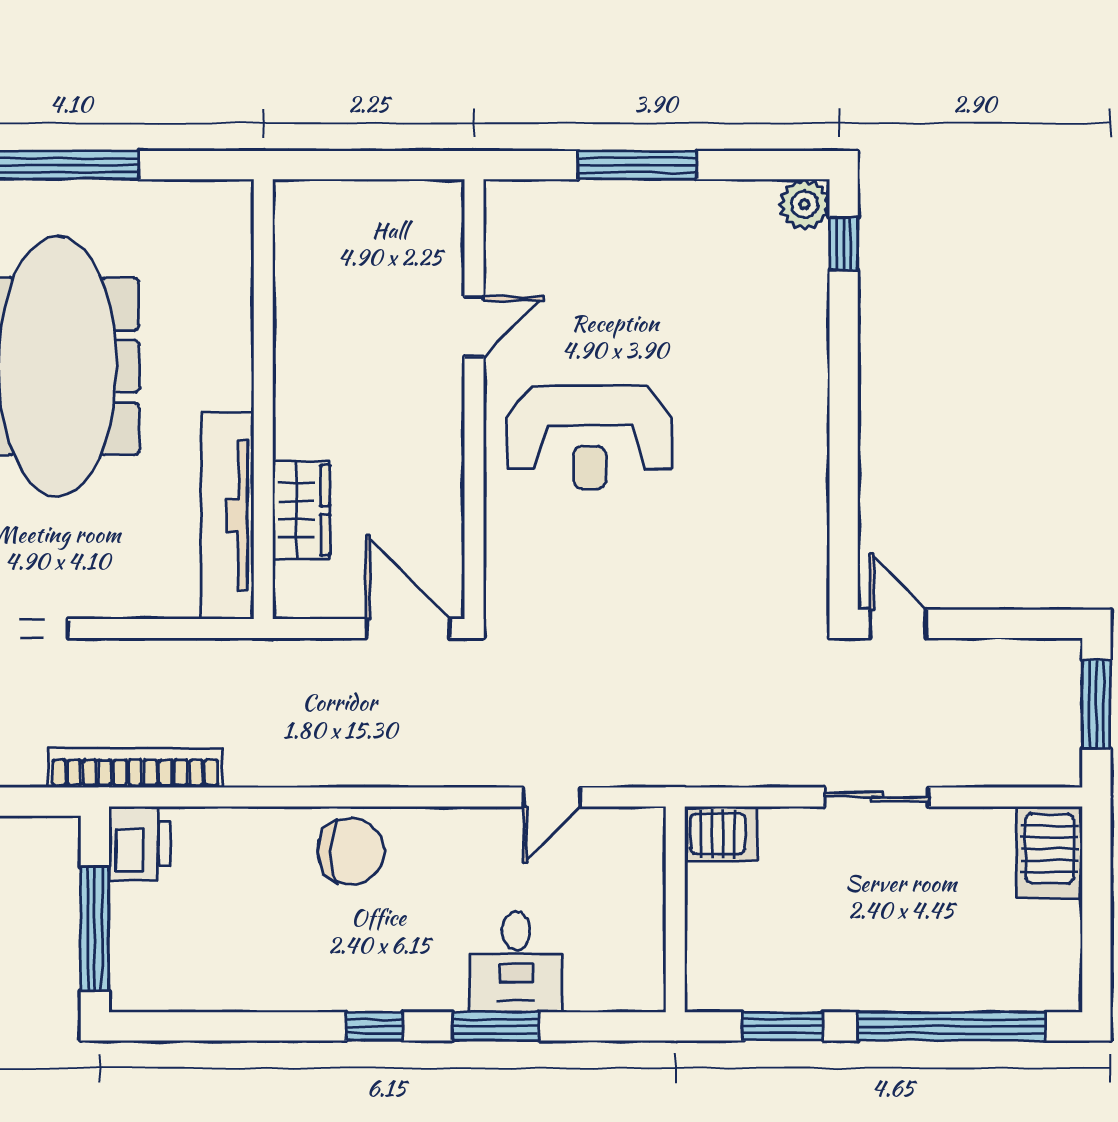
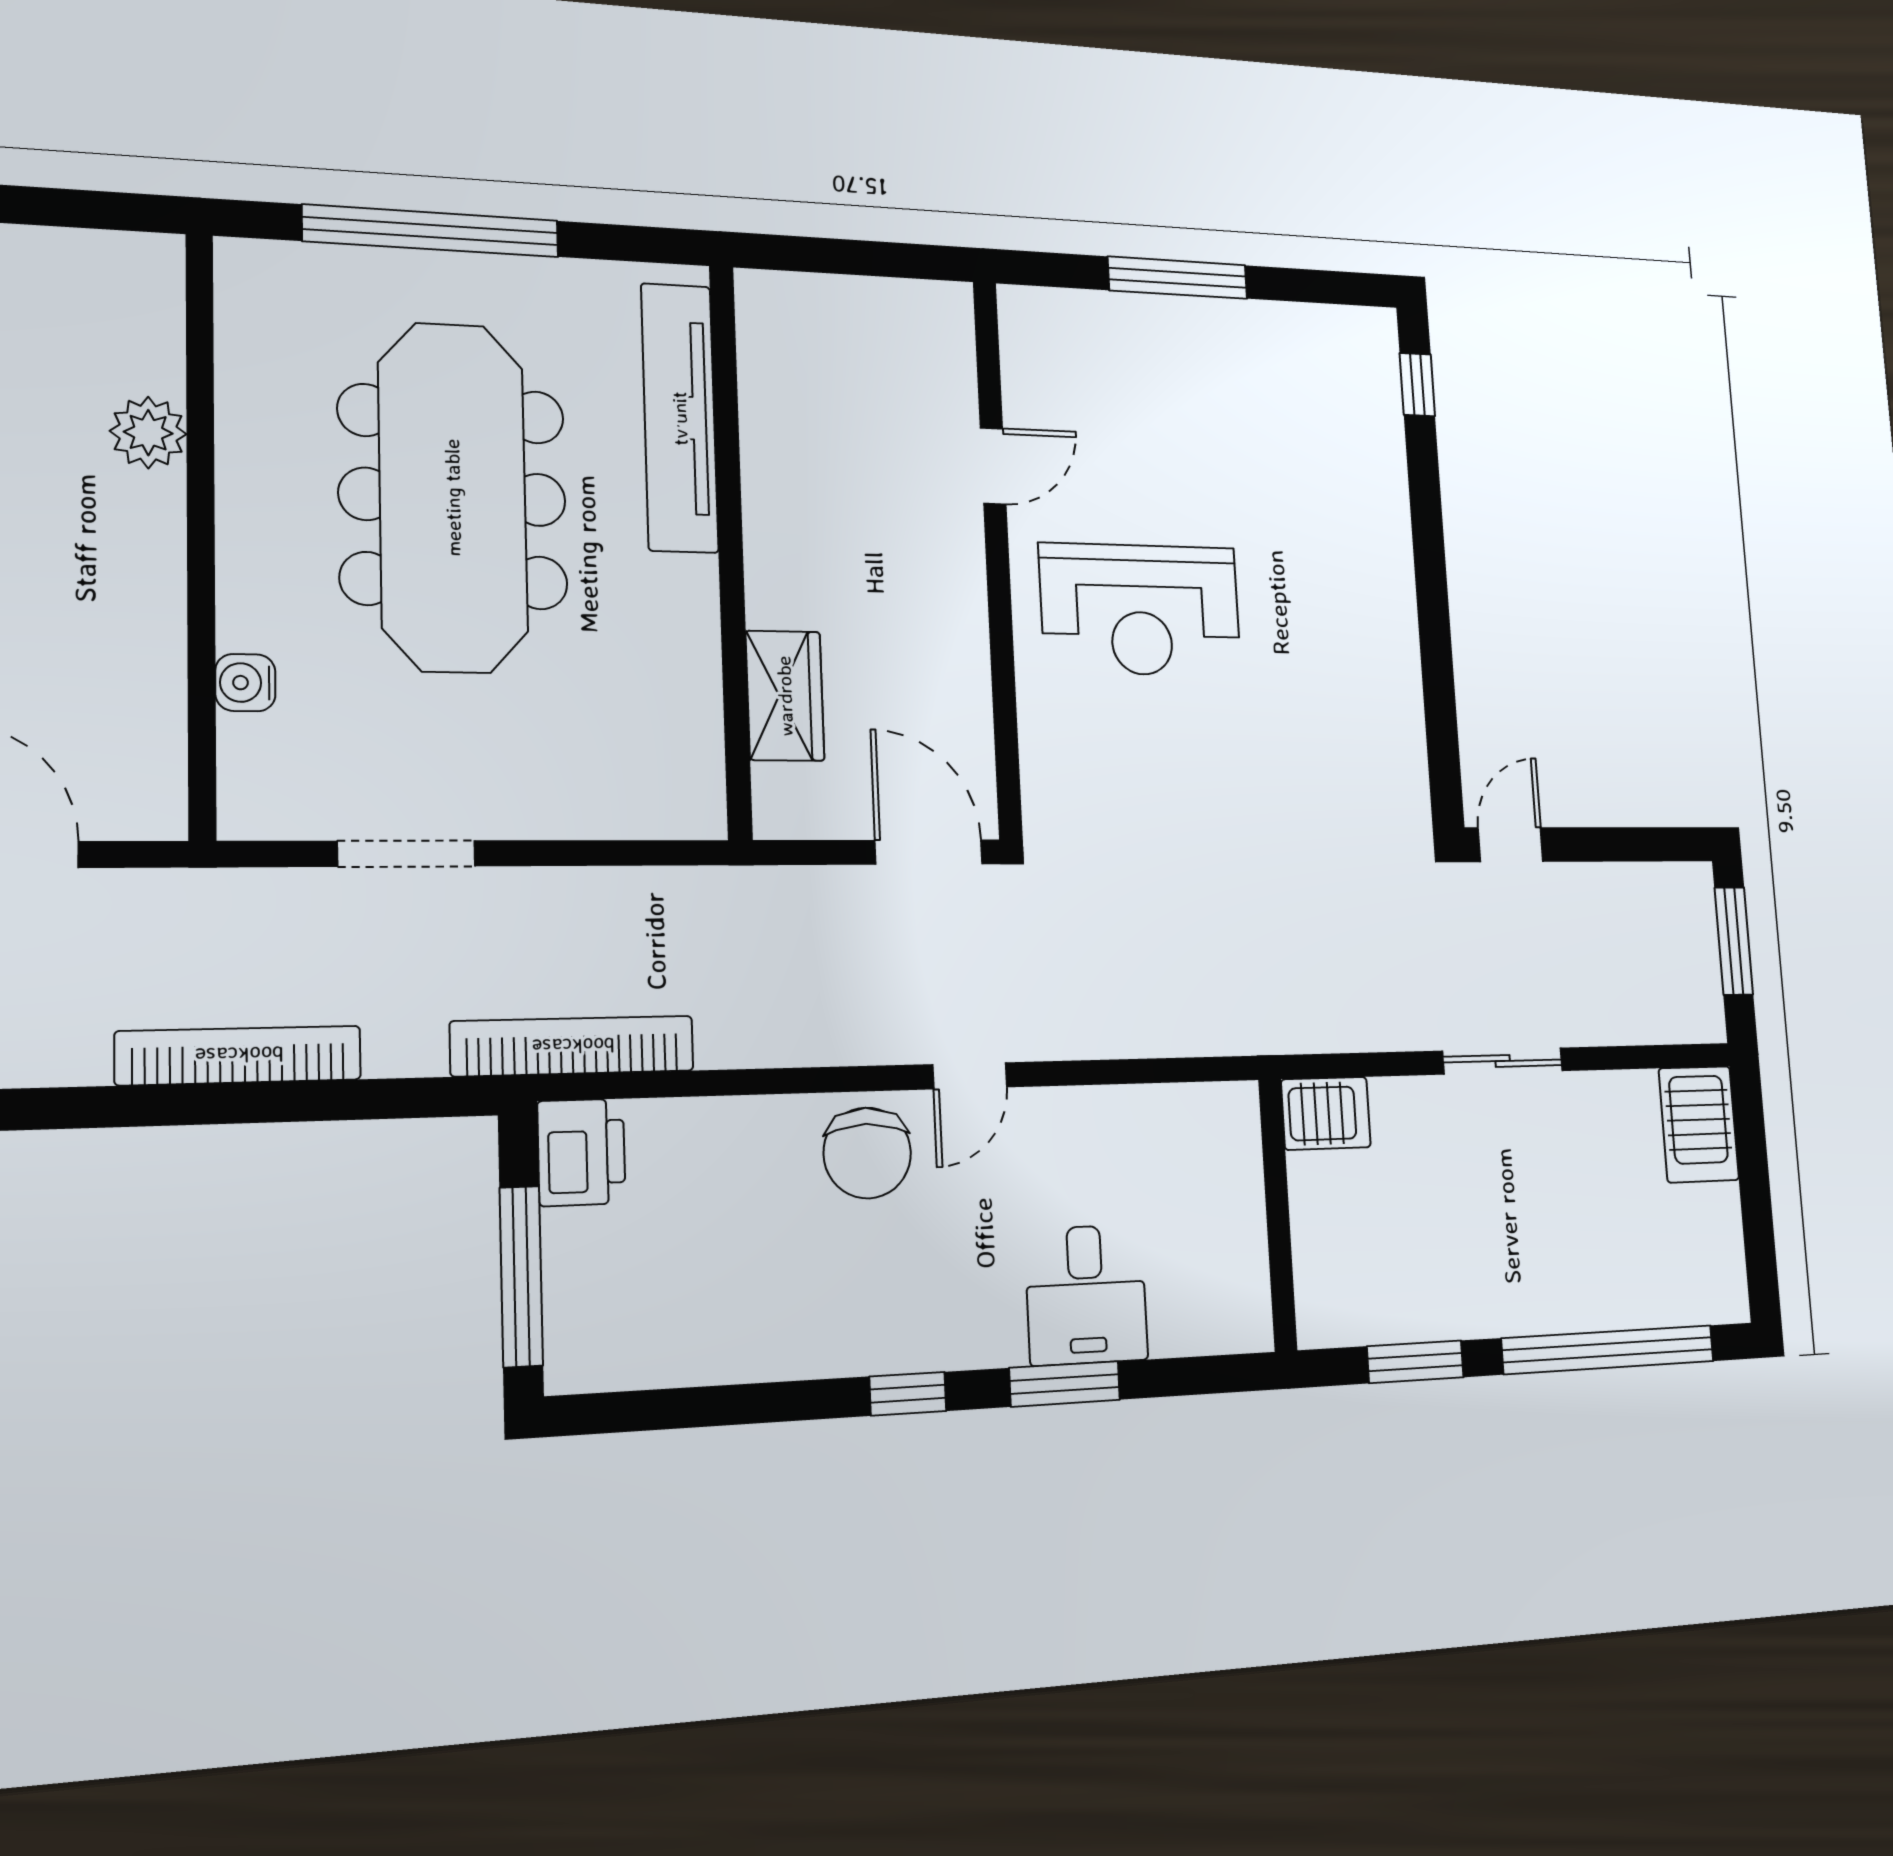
plant: (805, 204) -> (1371, 336), removed
tv unit: (227, 516) -> (680, 418), moved
door: (898, 624) -> (1511, 845), hinge flipped
door: (552, 797) -> (970, 1076), moved
chair: (351, 851) -> (867, 1153), turned 90

